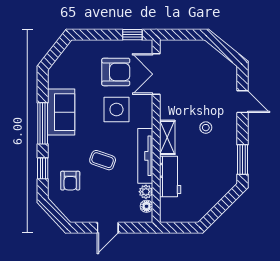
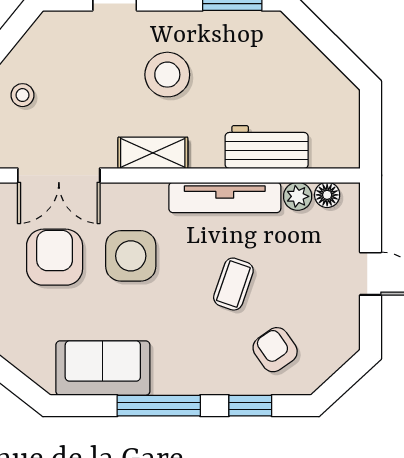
stool: (196, 56) -> (22, 95), added
sofa: (61, 112) -> (103, 368), moved
stool: (206, 128) -> (167, 75), width x1.89, depth x1.89
shelving: (167, 137) -> (153, 153), moved
armchair: (70, 181) -> (275, 350), turned -125

